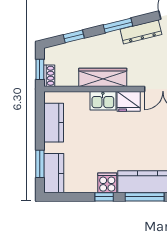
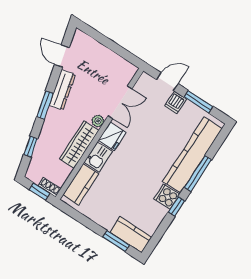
plant: (134, 80) -> (98, 121), added
kitchen counter: (54, 123) -> (81, 184), moved, turned 90

